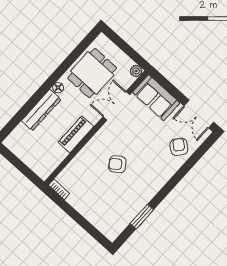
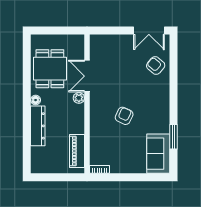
plant: (136, 71) -> (79, 98), moved
sofa: (156, 98) -> (158, 154), moved, turned 90
piano: (76, 134) -> (77, 151), moved
armchair: (117, 164) -> (124, 116), turned 152

